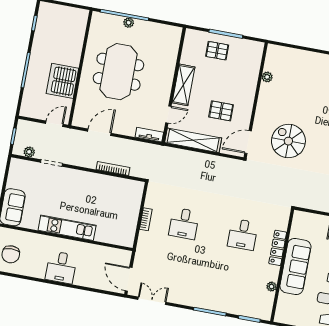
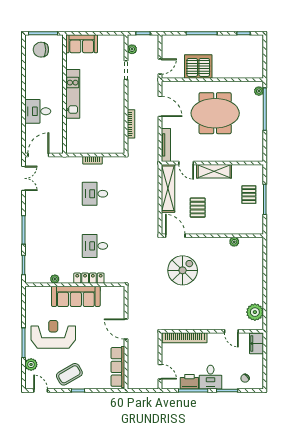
plant: (129, 23) -> (259, 91), moved
door: (54, 124) -> (160, 66), hinge flipped
tv unit: (149, 135) -> (166, 145), width x1.41
desk: (61, 267) -> (38, 111), moved

